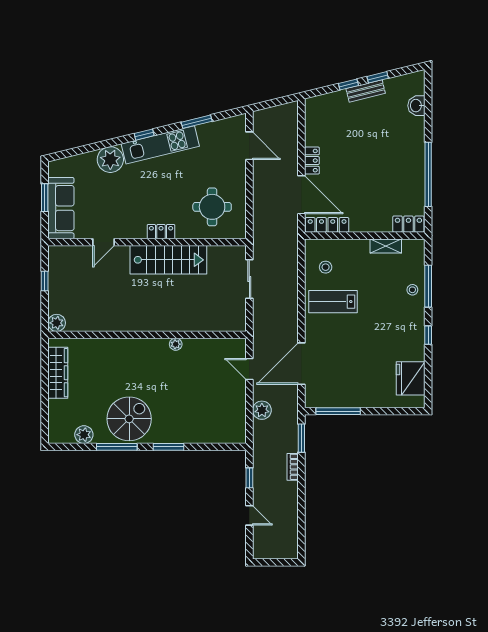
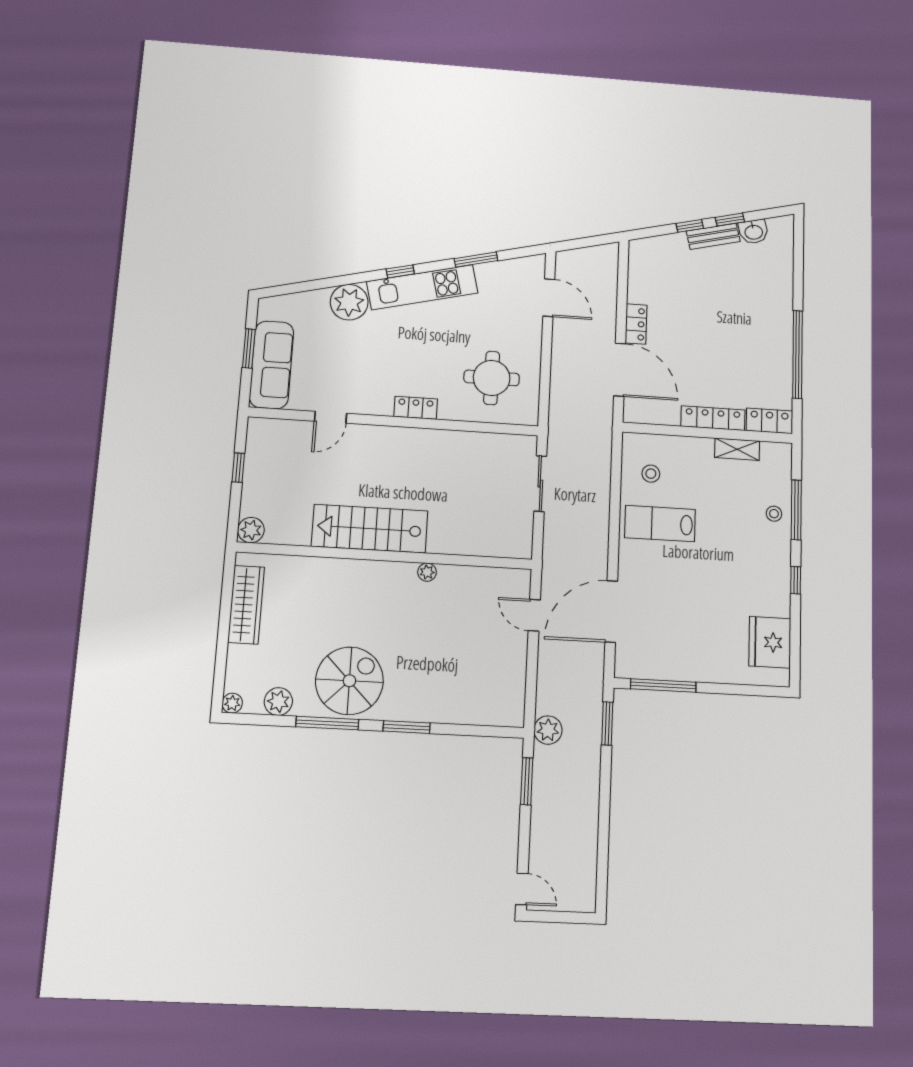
washbasin: (416, 106) -> (754, 232), moved, turned -104
locker: (327, 225) -> (713, 418), moved
stairs: (168, 260) -> (370, 529), moved, turned 180
plant: (262, 410) -> (548, 730), moved
plant: (54, 437) -> (232, 703), added
bookcase: (293, 467) -> (593, 767), removed
window: (249, 478) -> (527, 781), width x1.50
door: (249, 515) -> (522, 889), moved

